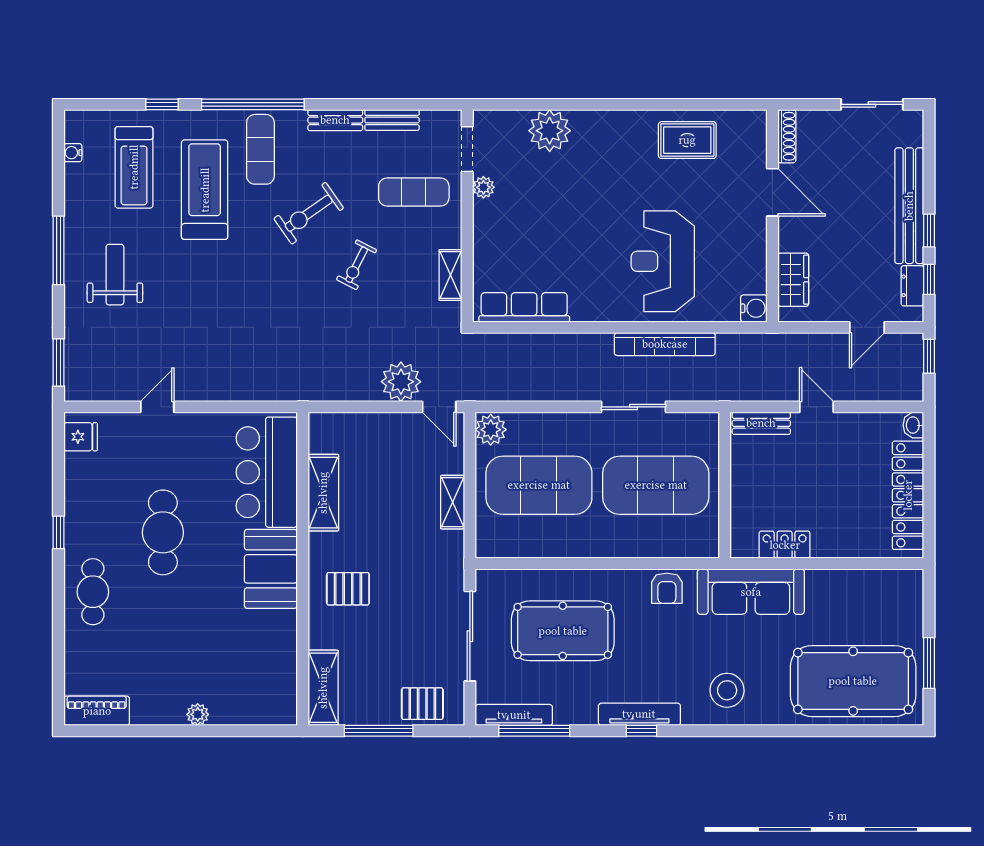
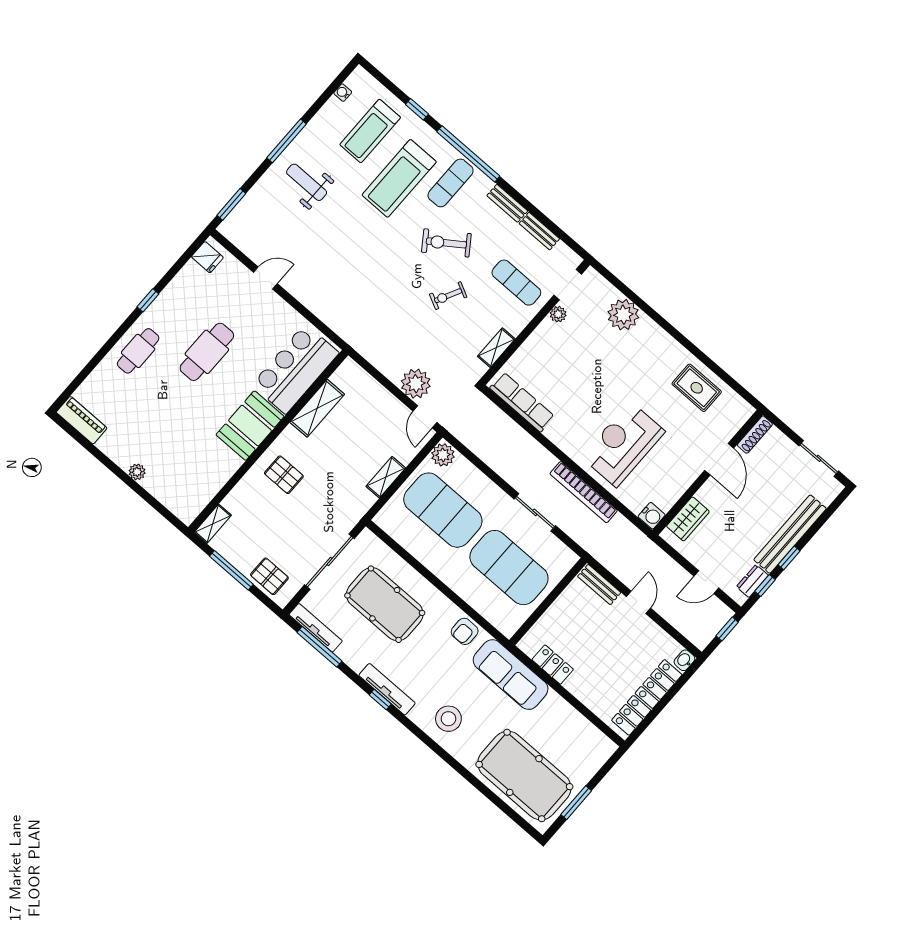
treadmill: (205, 190) -> (399, 178), turned 180
weight bench: (115, 275) -> (307, 182), turned -90
shelving: (323, 688) -> (213, 524), width x0.67, depth x0.75

